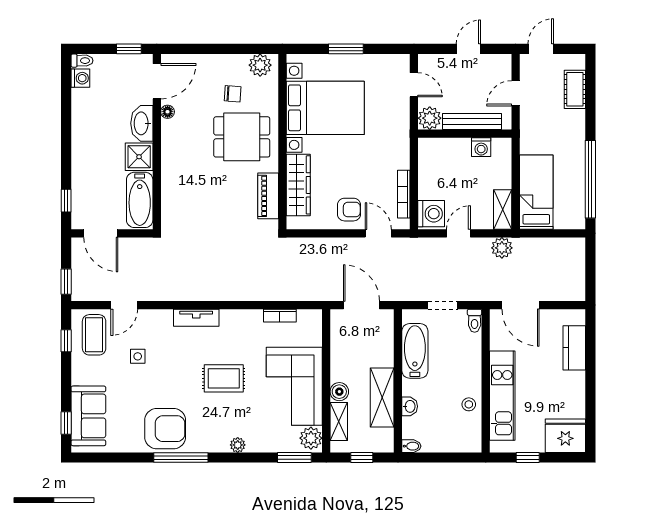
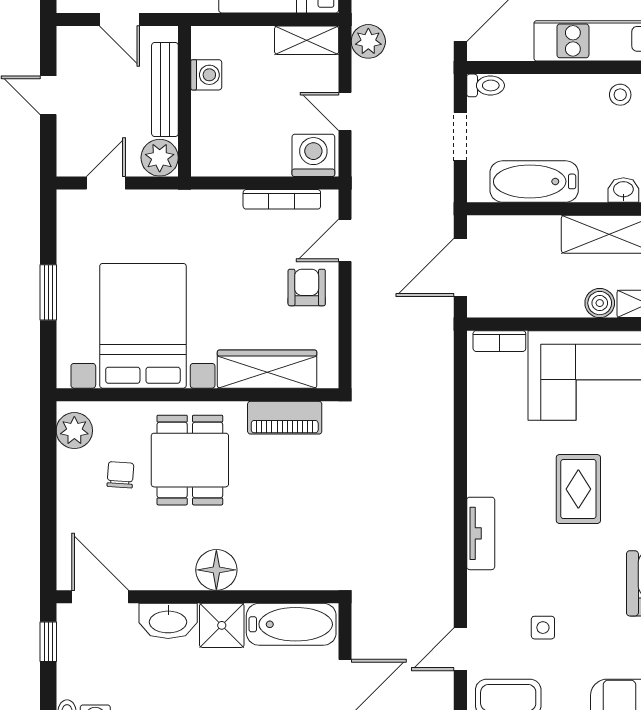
floor lamp: (168, 112) -> (216, 570), moved, width x1.89, depth x1.89
door: (124, 305) -> (460, 649), swing flipped
bookcase: (280, 316) -> (499, 341), moved, turned 90

